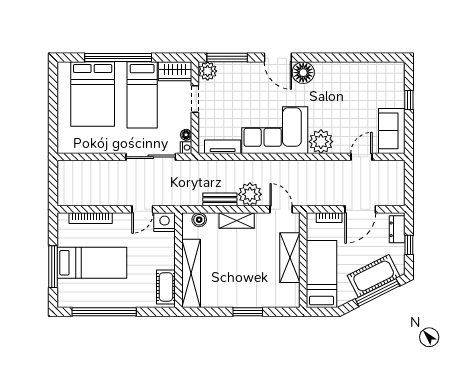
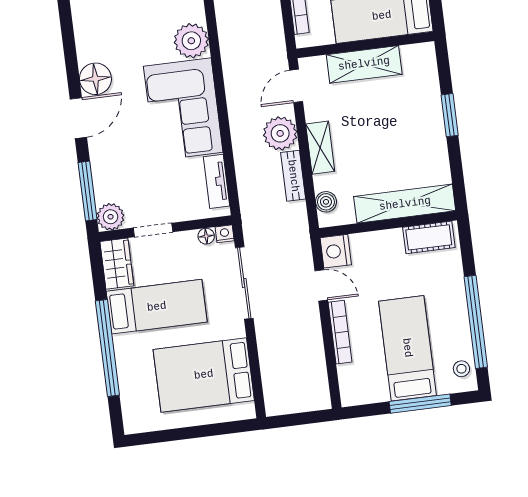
bed: (93, 94) -> (204, 375), moved, turned 180
bookcase: (91, 218) -> (340, 332), moved
stool: (73, 298) -> (461, 369), added

